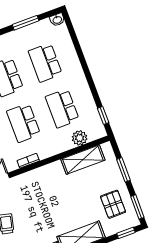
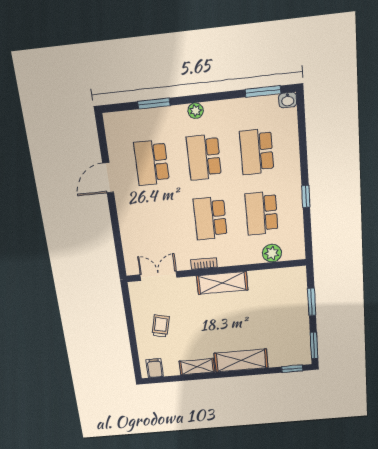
window: (26, 23) -> (263, 91), moved
window: (103, 115) -> (306, 196), moved
shelving: (83, 160) -> (222, 283), moved
pallet: (113, 204) -> (288, 335), removed

